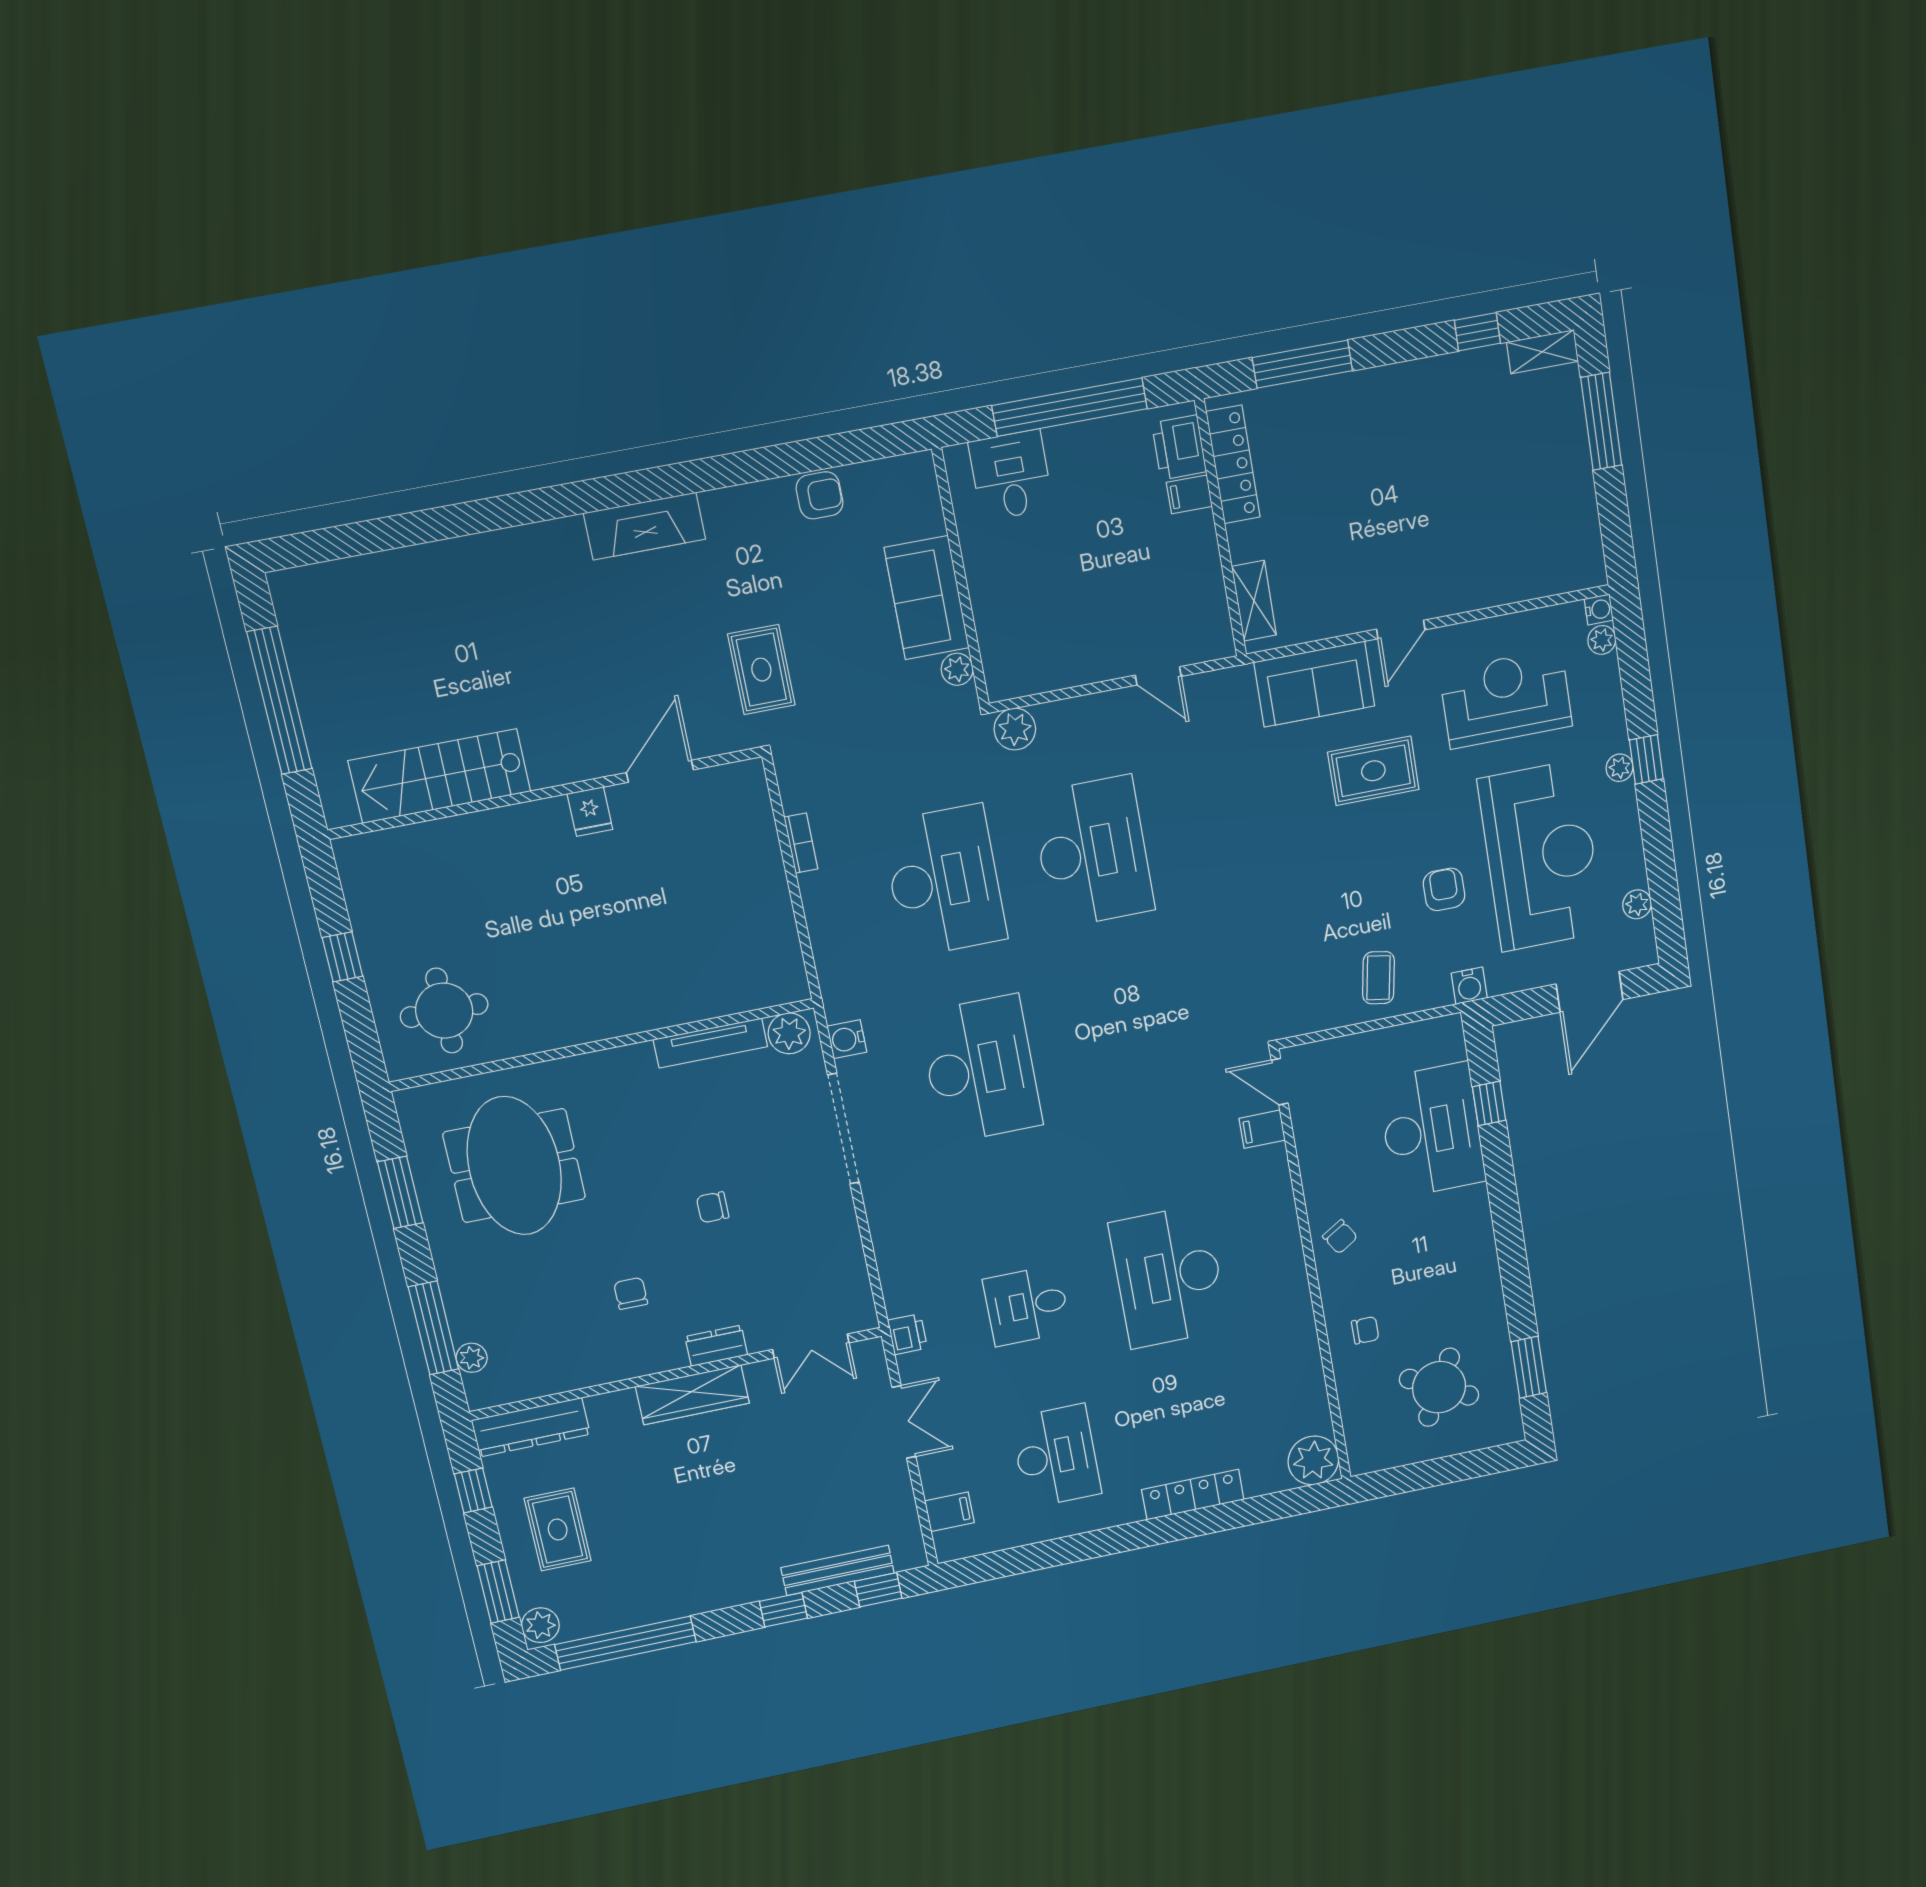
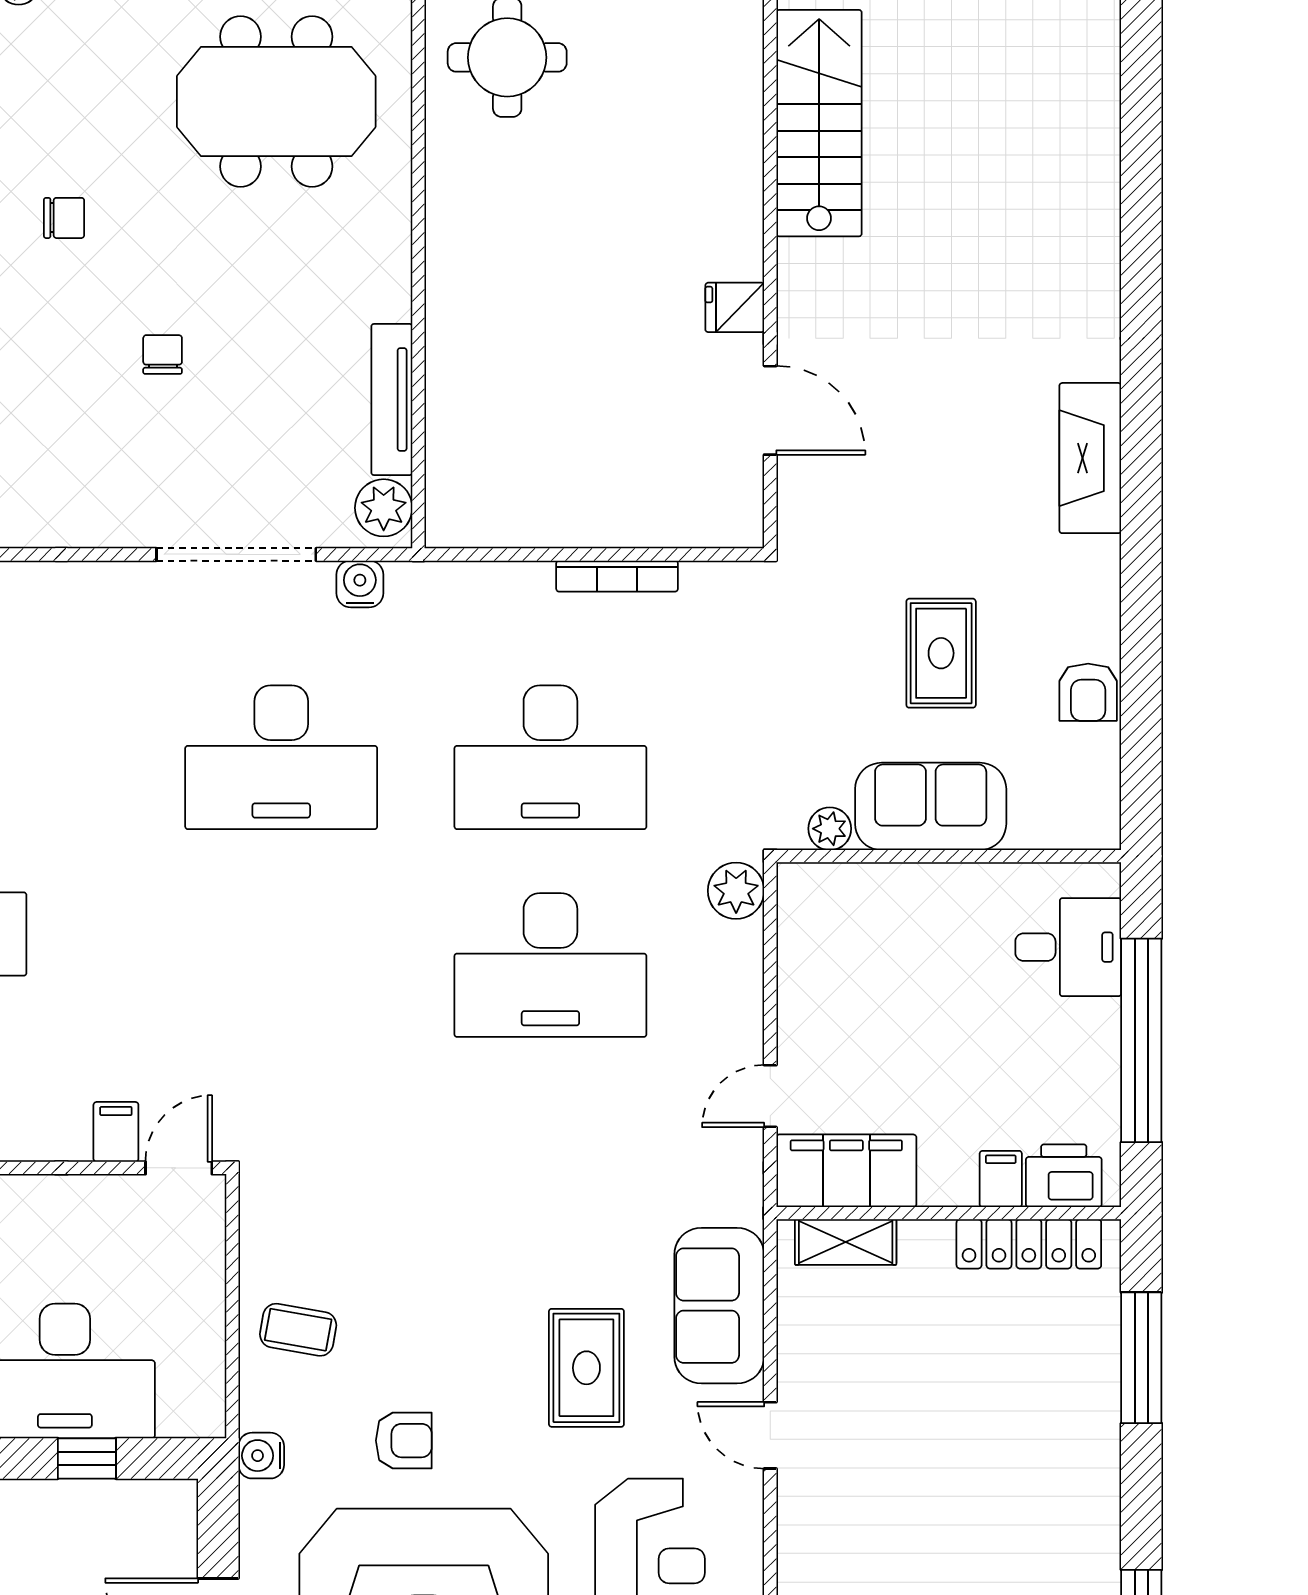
filing cabinet: (1203, 610) -> (846, 1171), added
rug: (761, 670) -> (941, 653), moved, turned 90
bookcase: (801, 843) -> (617, 576), width x1.56

